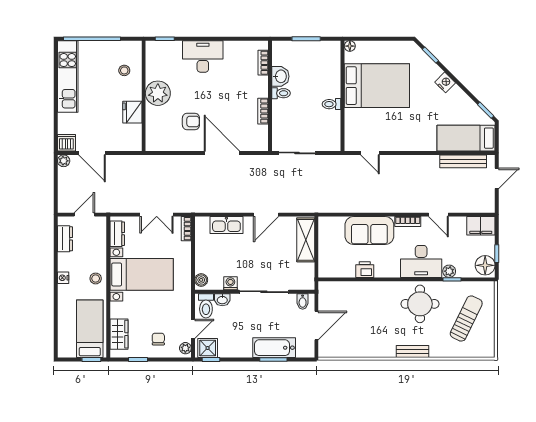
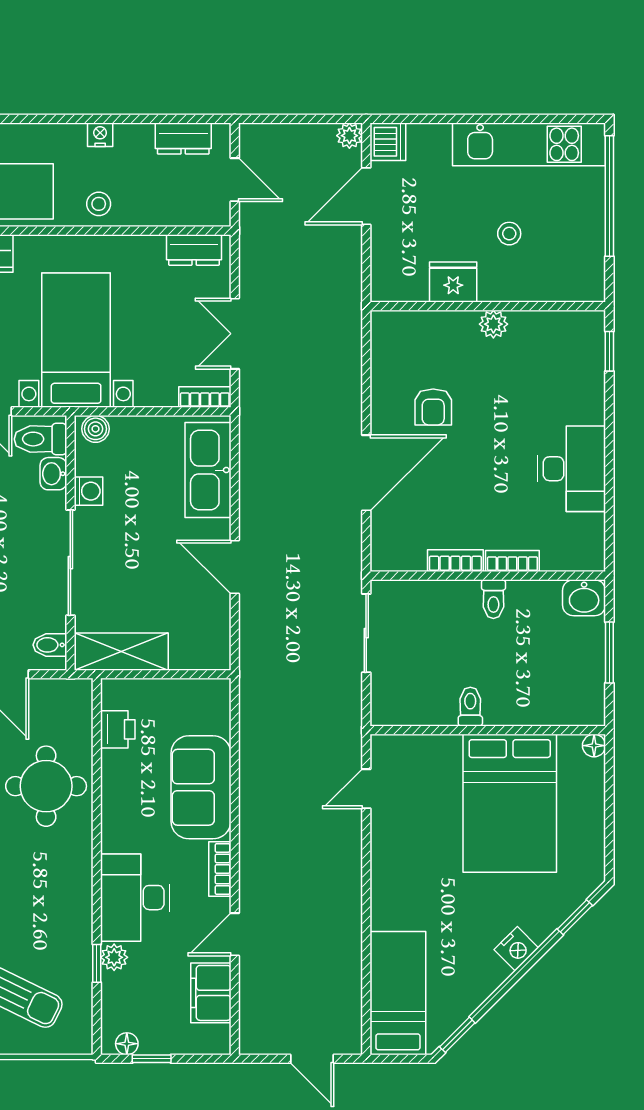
desk: (203, 56) -> (572, 469), moved
bookcase: (263, 63) -> (512, 561), moved
stool: (124, 70) -> (509, 234), moved
washbasin: (280, 76) -> (584, 598), moved
plant: (158, 93) -> (493, 324), width x0.53, depth x0.53
bench: (463, 161) -> (348, 987), removed
kitchen sink: (226, 225) -> (208, 470), width x1.36, depth x1.24
filing cabinet: (481, 226) -> (211, 993), moved
shelving: (306, 240) -> (121, 652), moved
floor lamp: (485, 265) -> (127, 1044), width x0.53, depth x0.53
printer: (365, 270) -> (118, 729), moved
bed with nightstands: (142, 274) -> (76, 340), moved, turned 180
round table: (420, 304) -> (46, 786), moved

